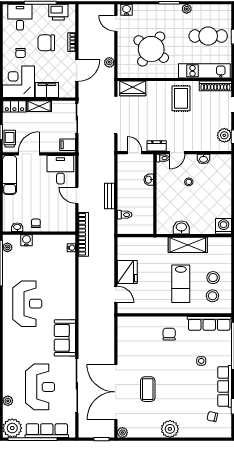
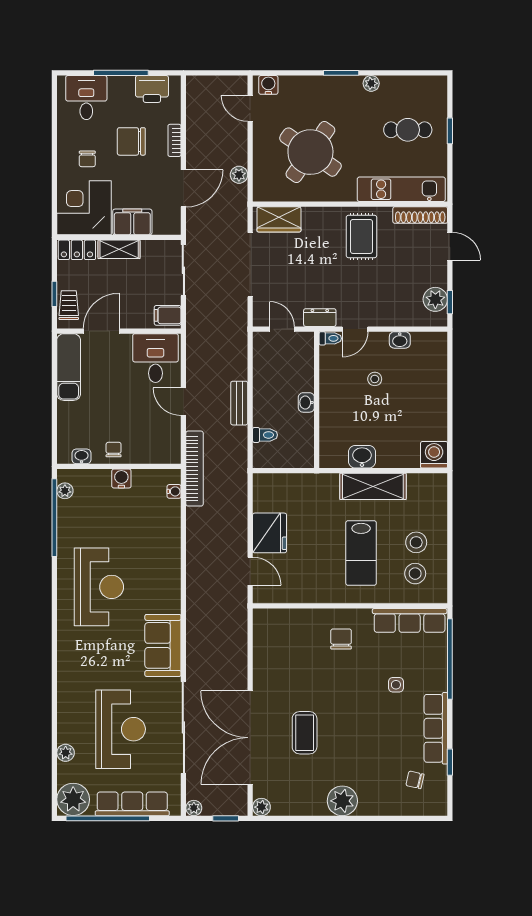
cafe table: (208, 36) -> (408, 130), width x0.73, depth x0.74
washbasin: (149, 180) -> (306, 402), moved
water cooler: (26, 240) -> (121, 479), moved
plant: (83, 433) -> (194, 808), added

